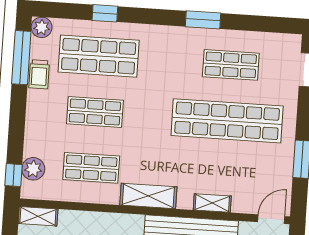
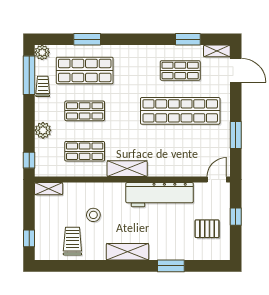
window: (105, 13) -> (87, 39), width x1.50
window: (203, 20) -> (188, 39), moved
trolley: (39, 74) -> (43, 86), turned 180
plant: (33, 169) -> (43, 130), moved
shelving: (212, 203) -> (217, 51), moved

